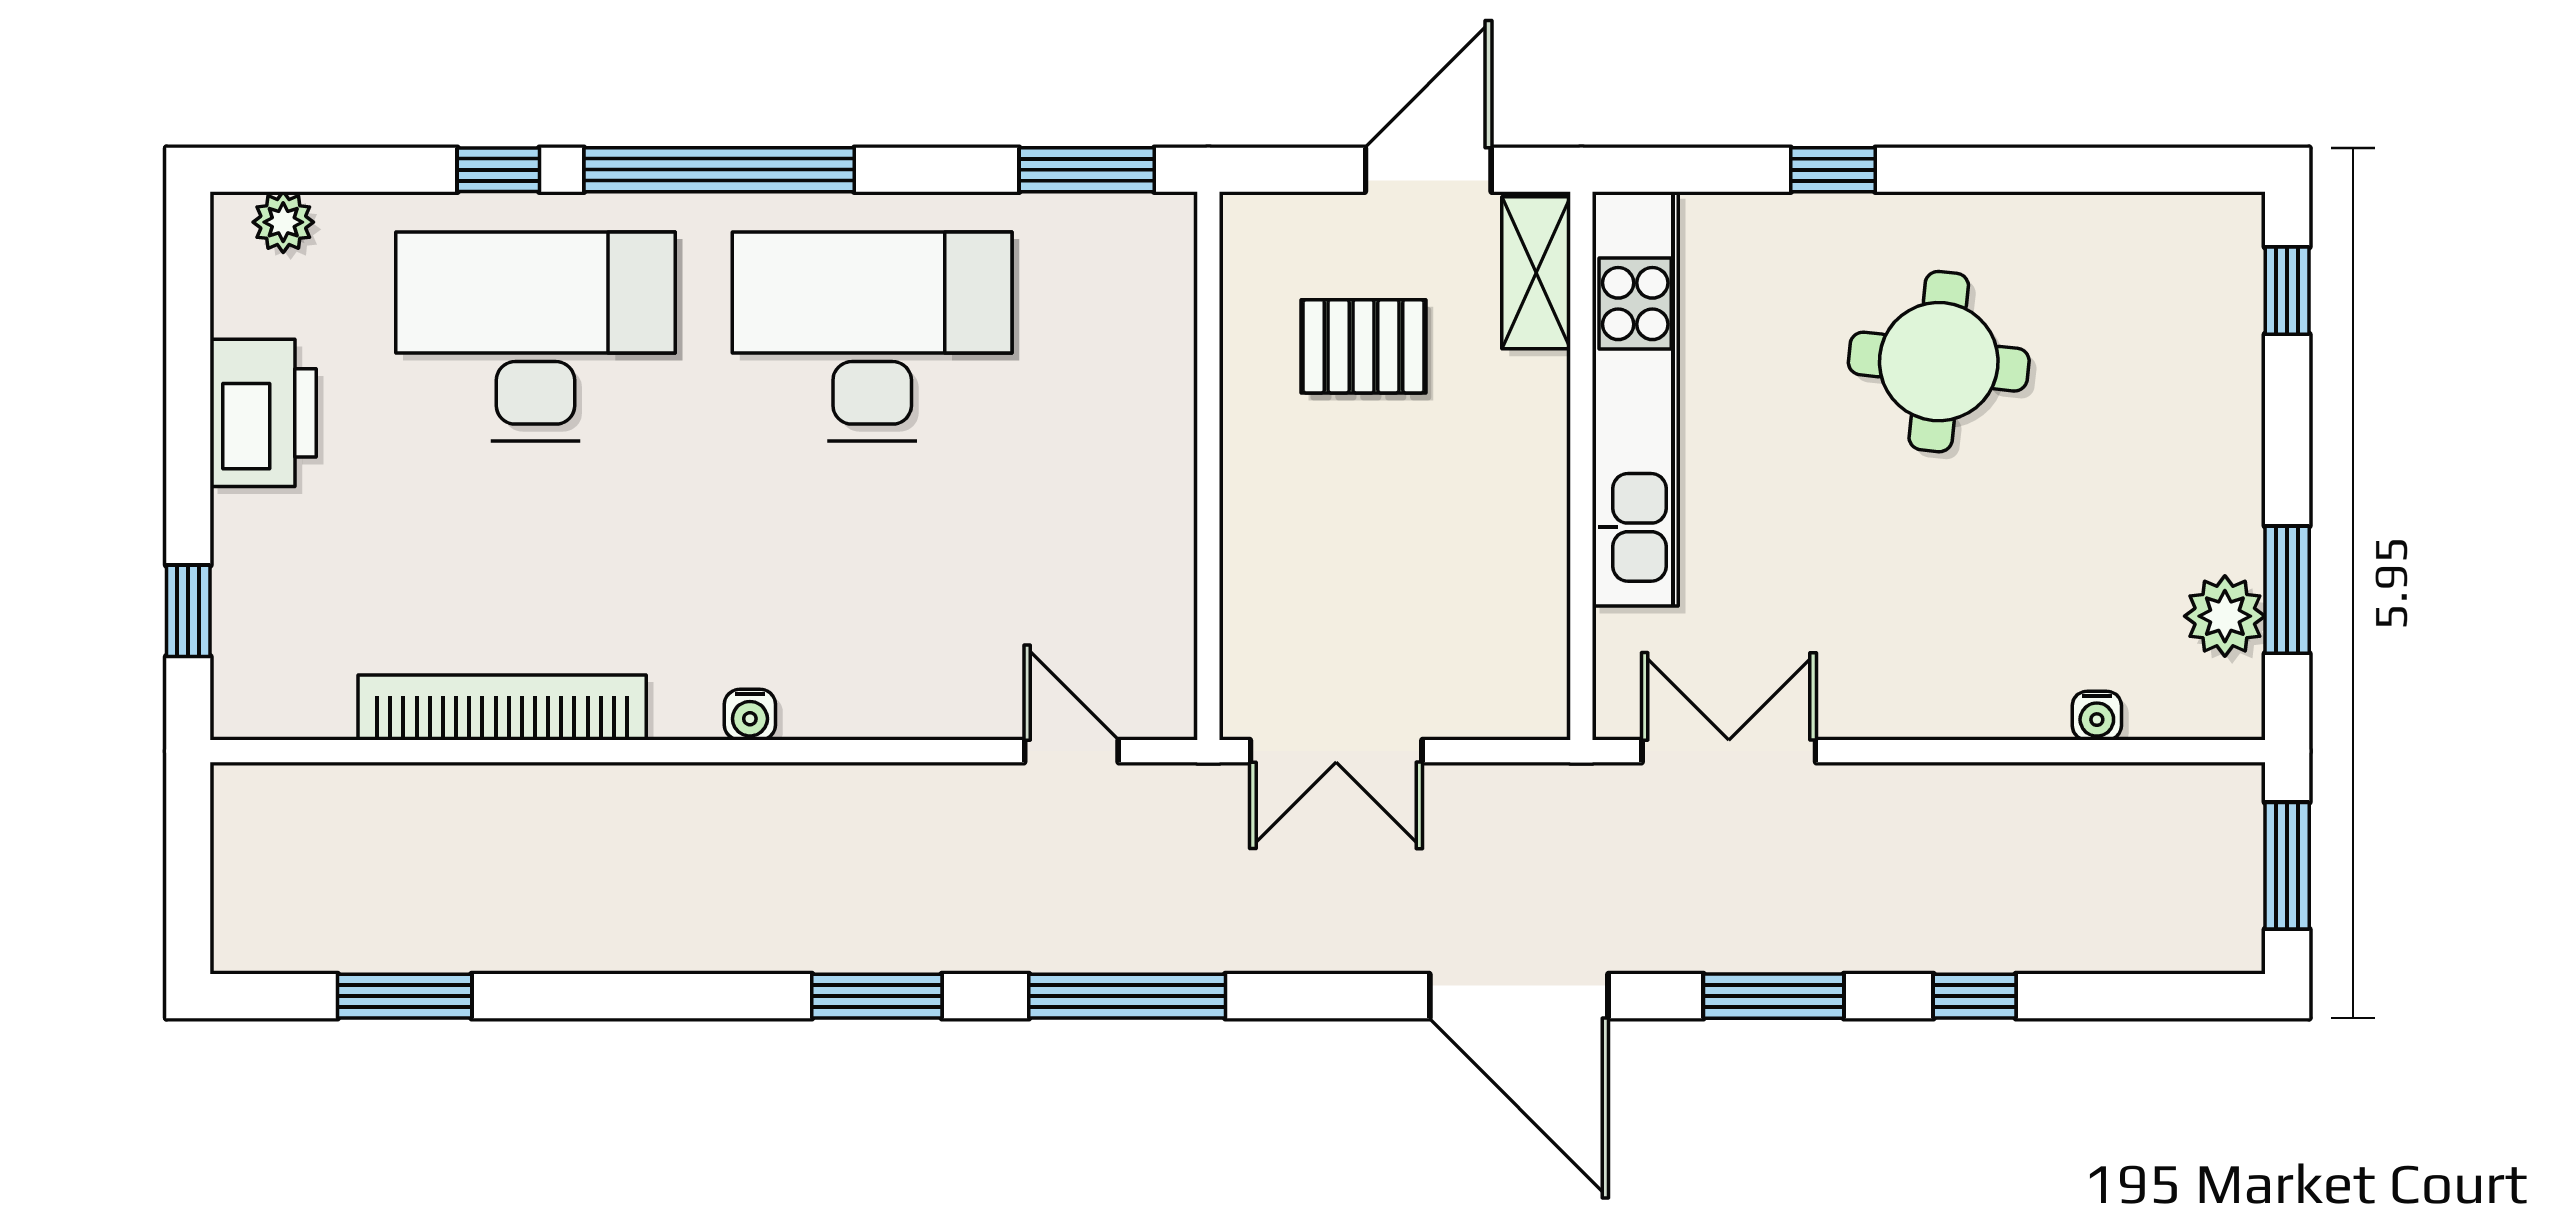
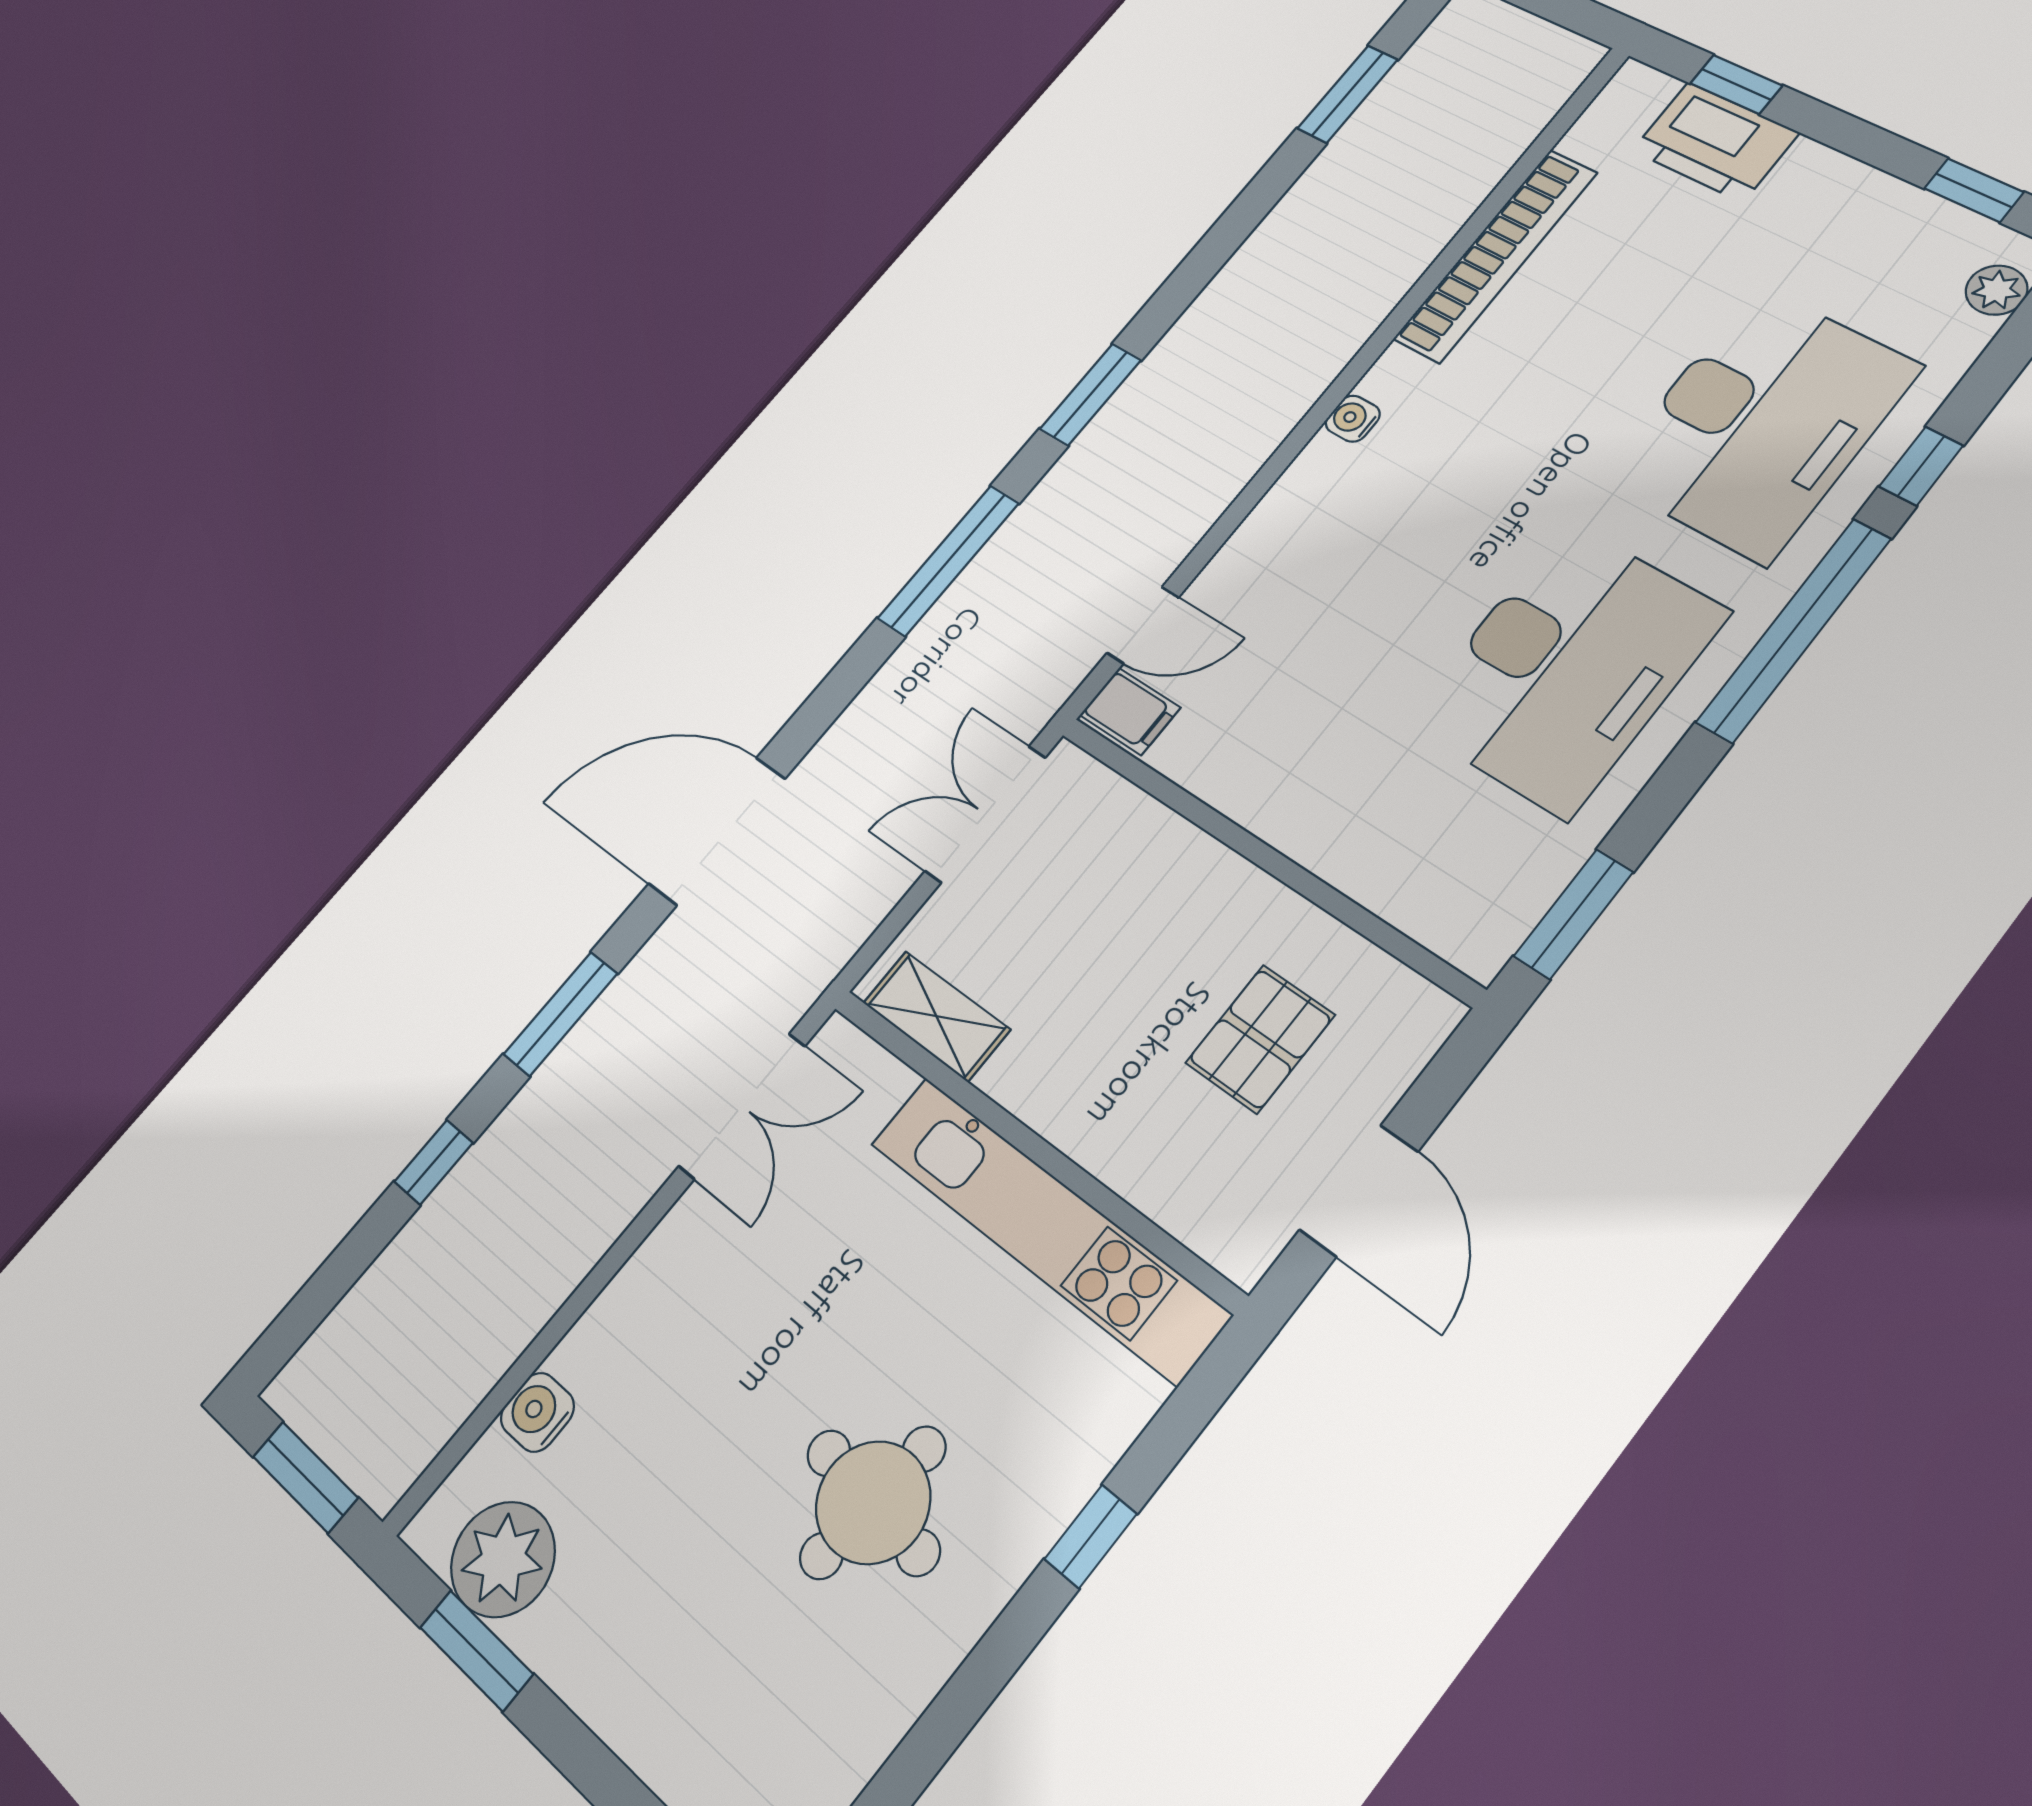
shelving: (1536, 273) -> (936, 1016), moved
window: (188, 311) -> (1974, 190), added
printer: (263, 413) -> (1715, 142), moved
plant: (2225, 616) -> (503, 1559), width x1.36, depth x1.36
filing cabinet: (1158, 696) -> (1130, 711), added
water cooler: (2097, 716) -> (537, 1412), width x1.38, depth x1.38

